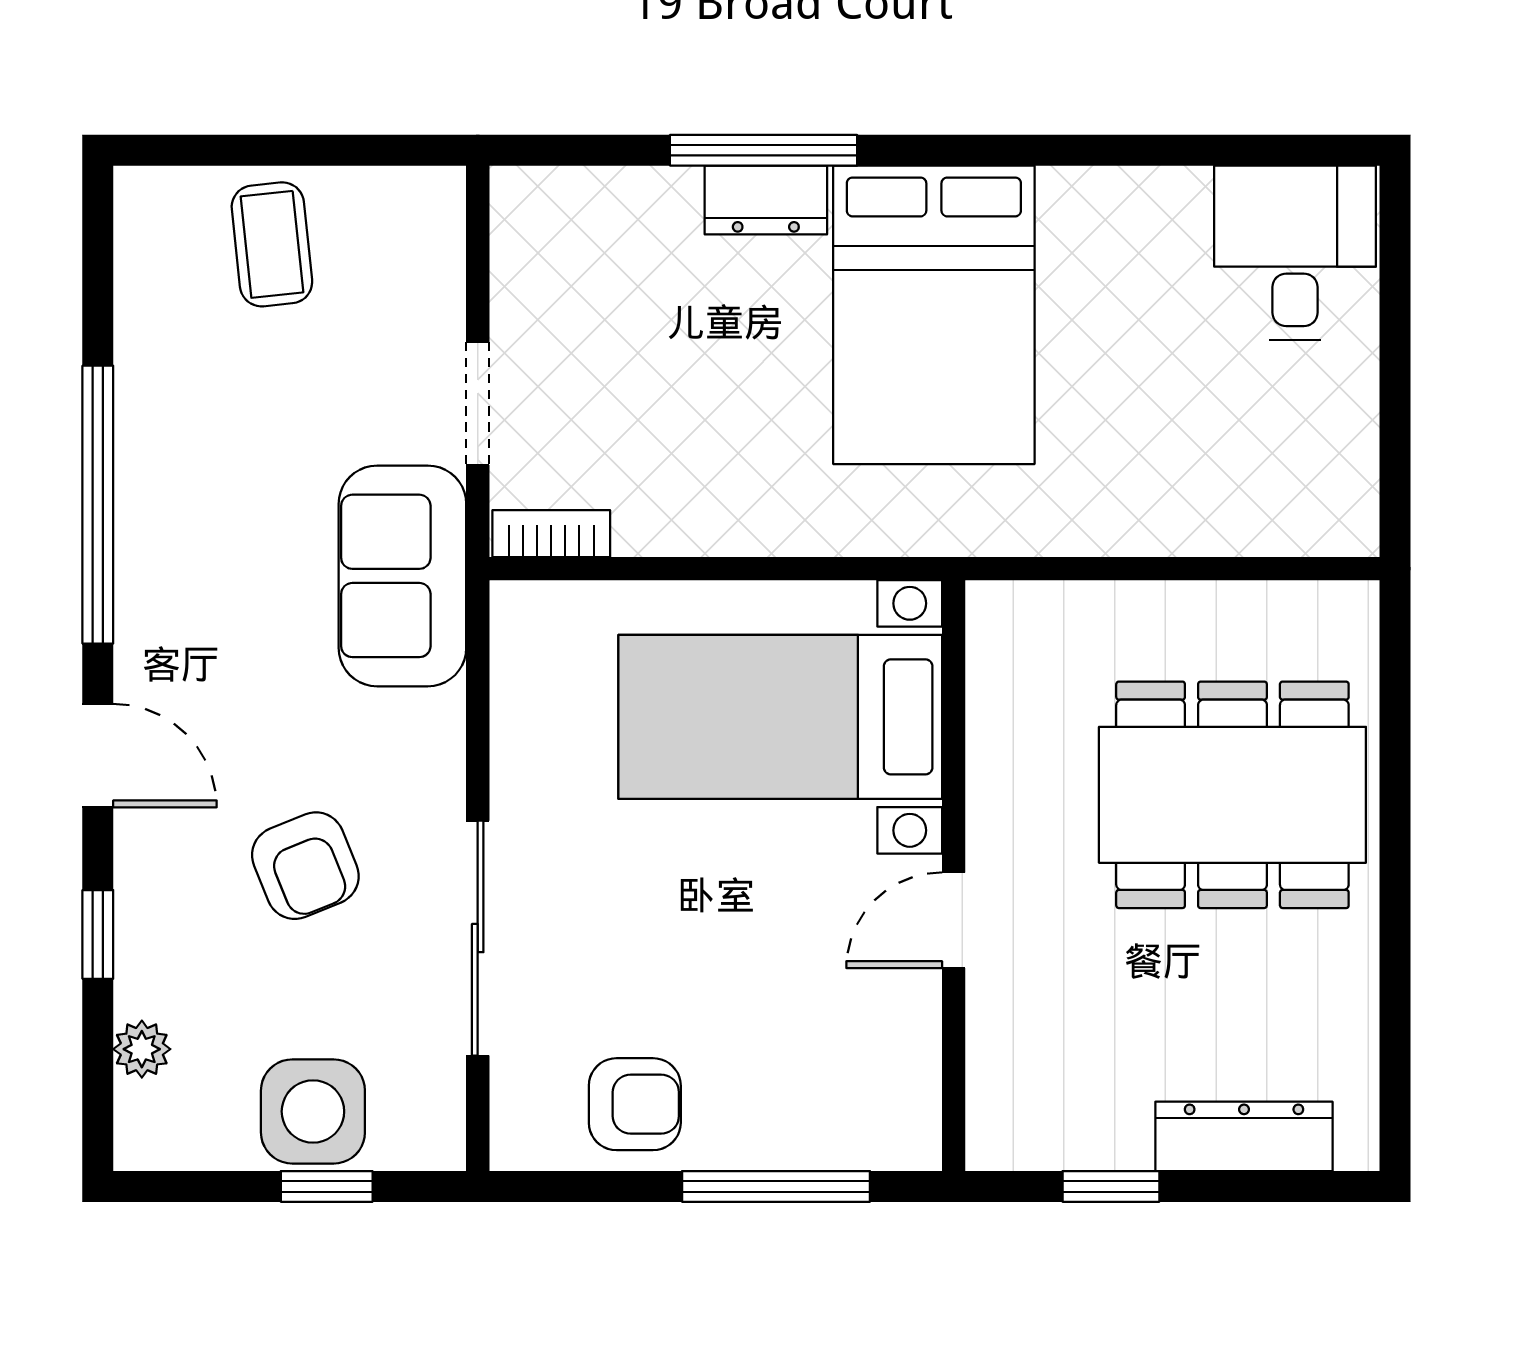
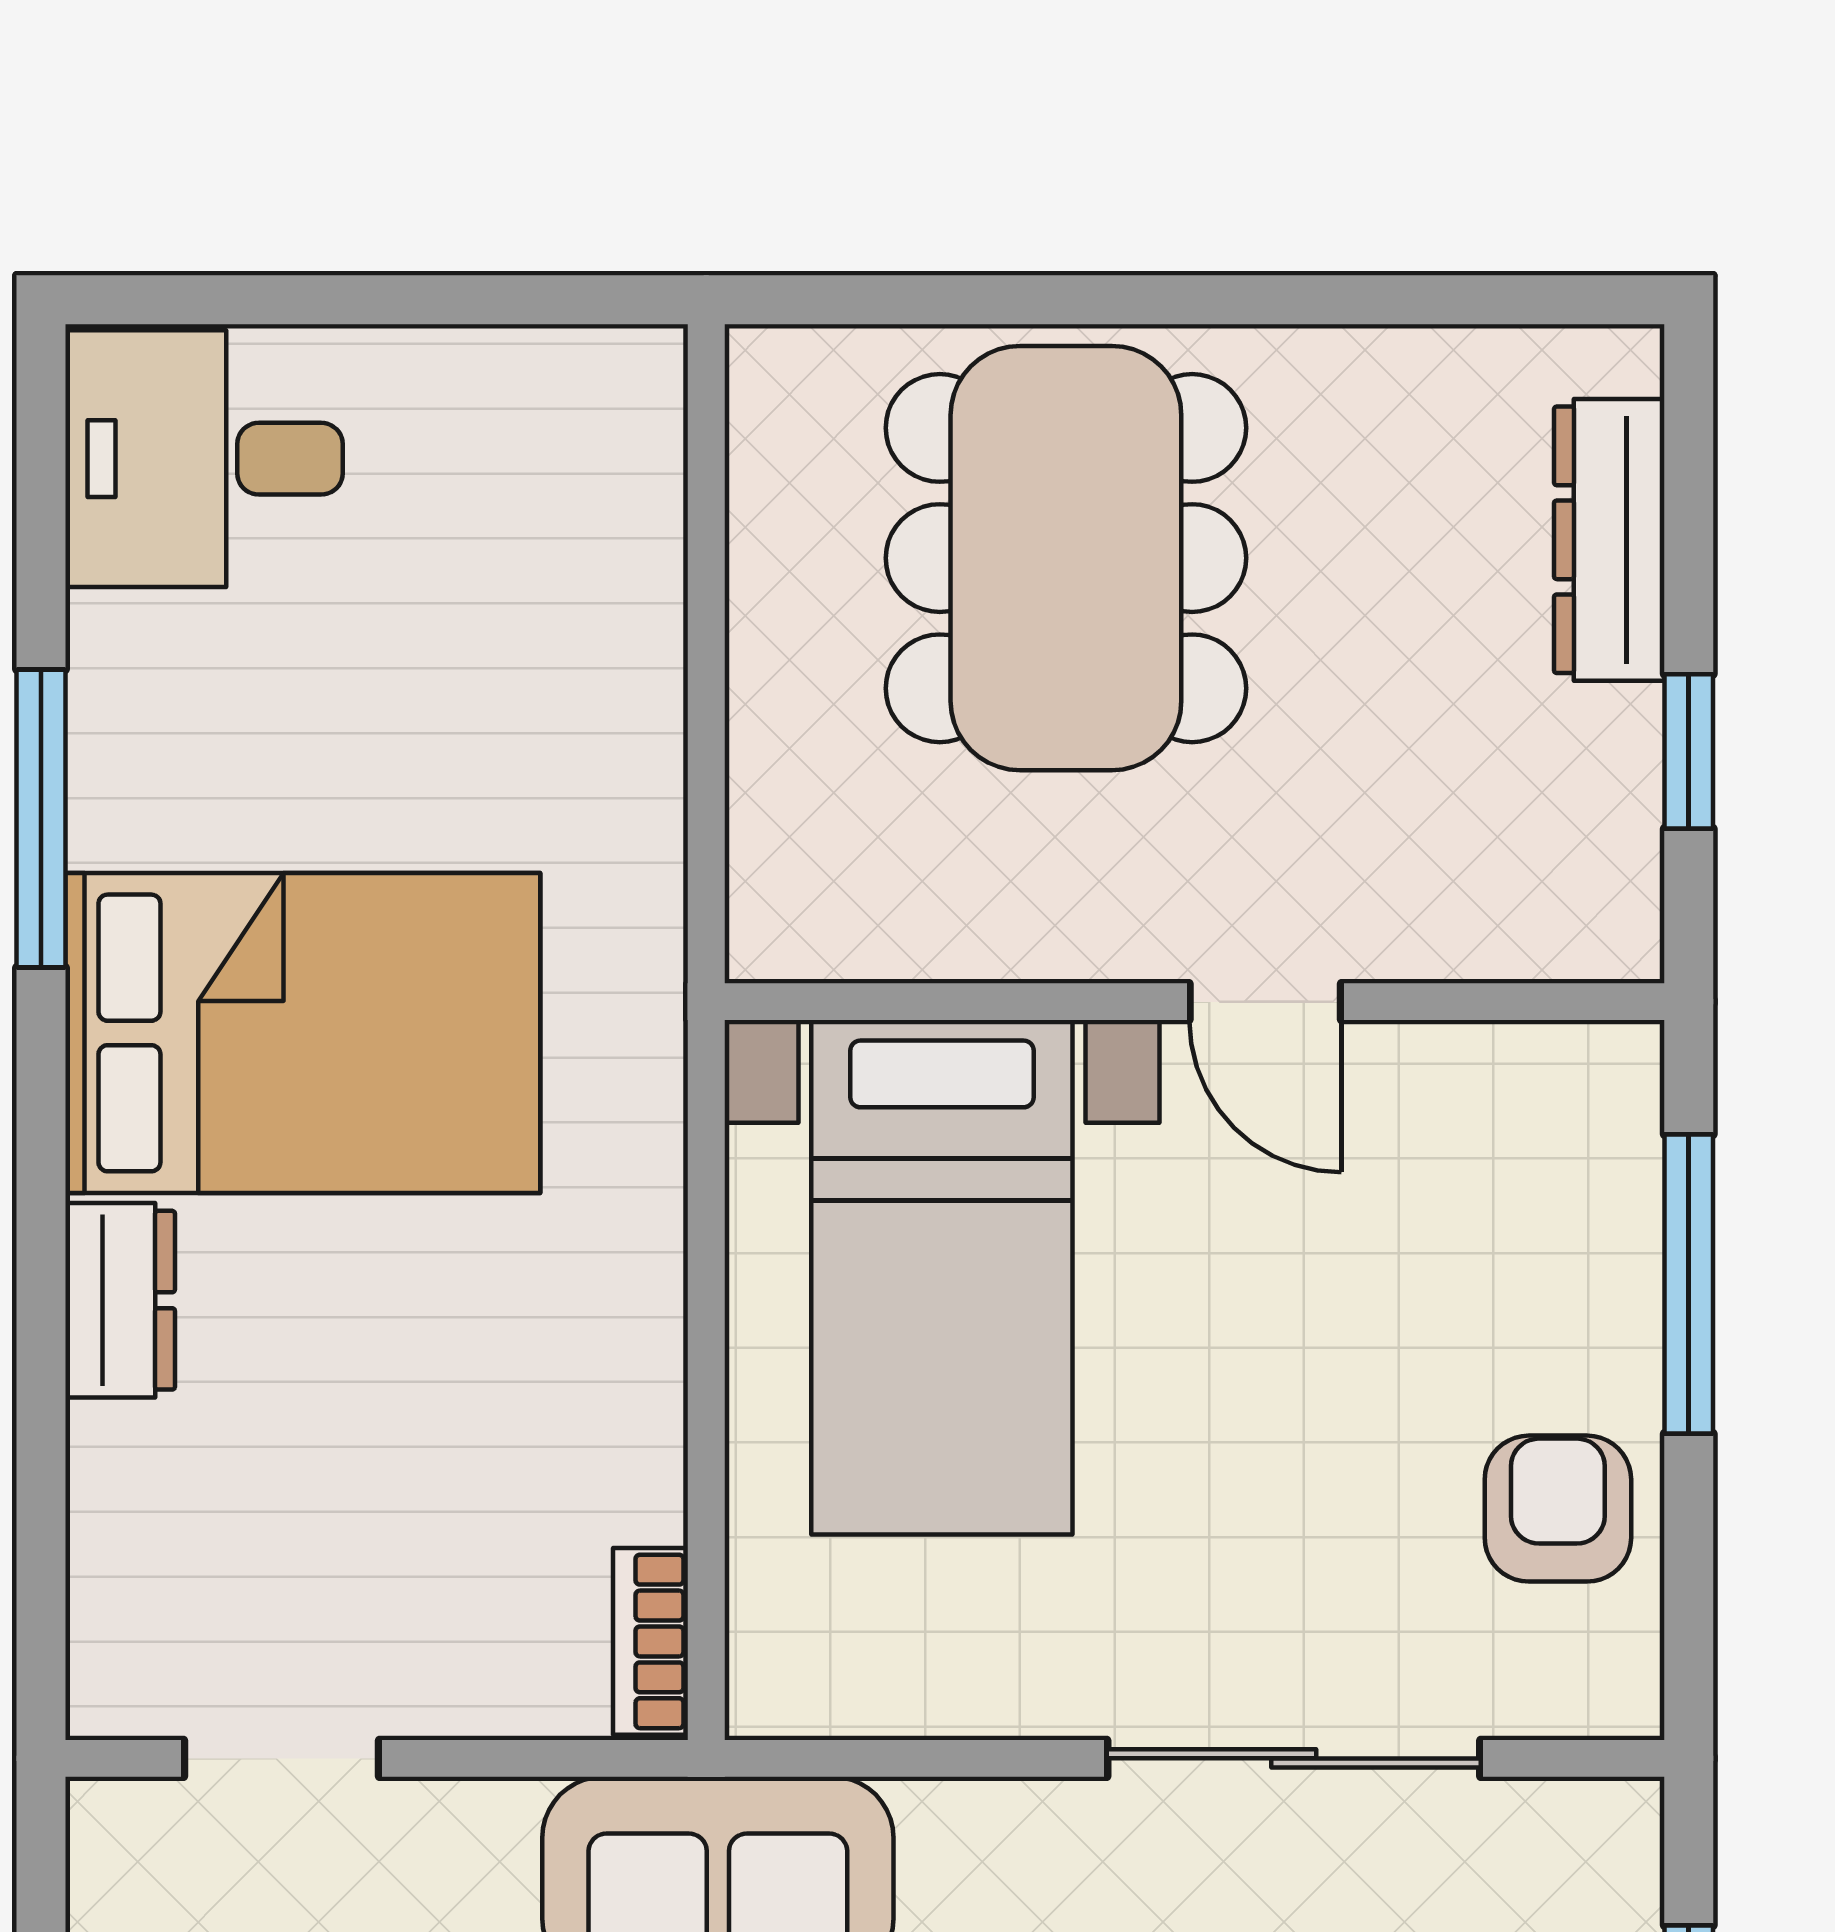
window: (764, 150) -> (41, 819), moved
doorway: (478, 404) -> (282, 1758), moved

